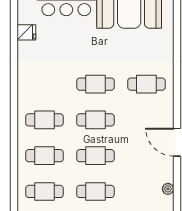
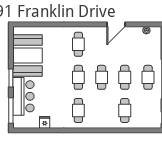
cafe table: (44, 120) -> (78, 110), moved
cafe table: (44, 191) -> (148, 110), removed

